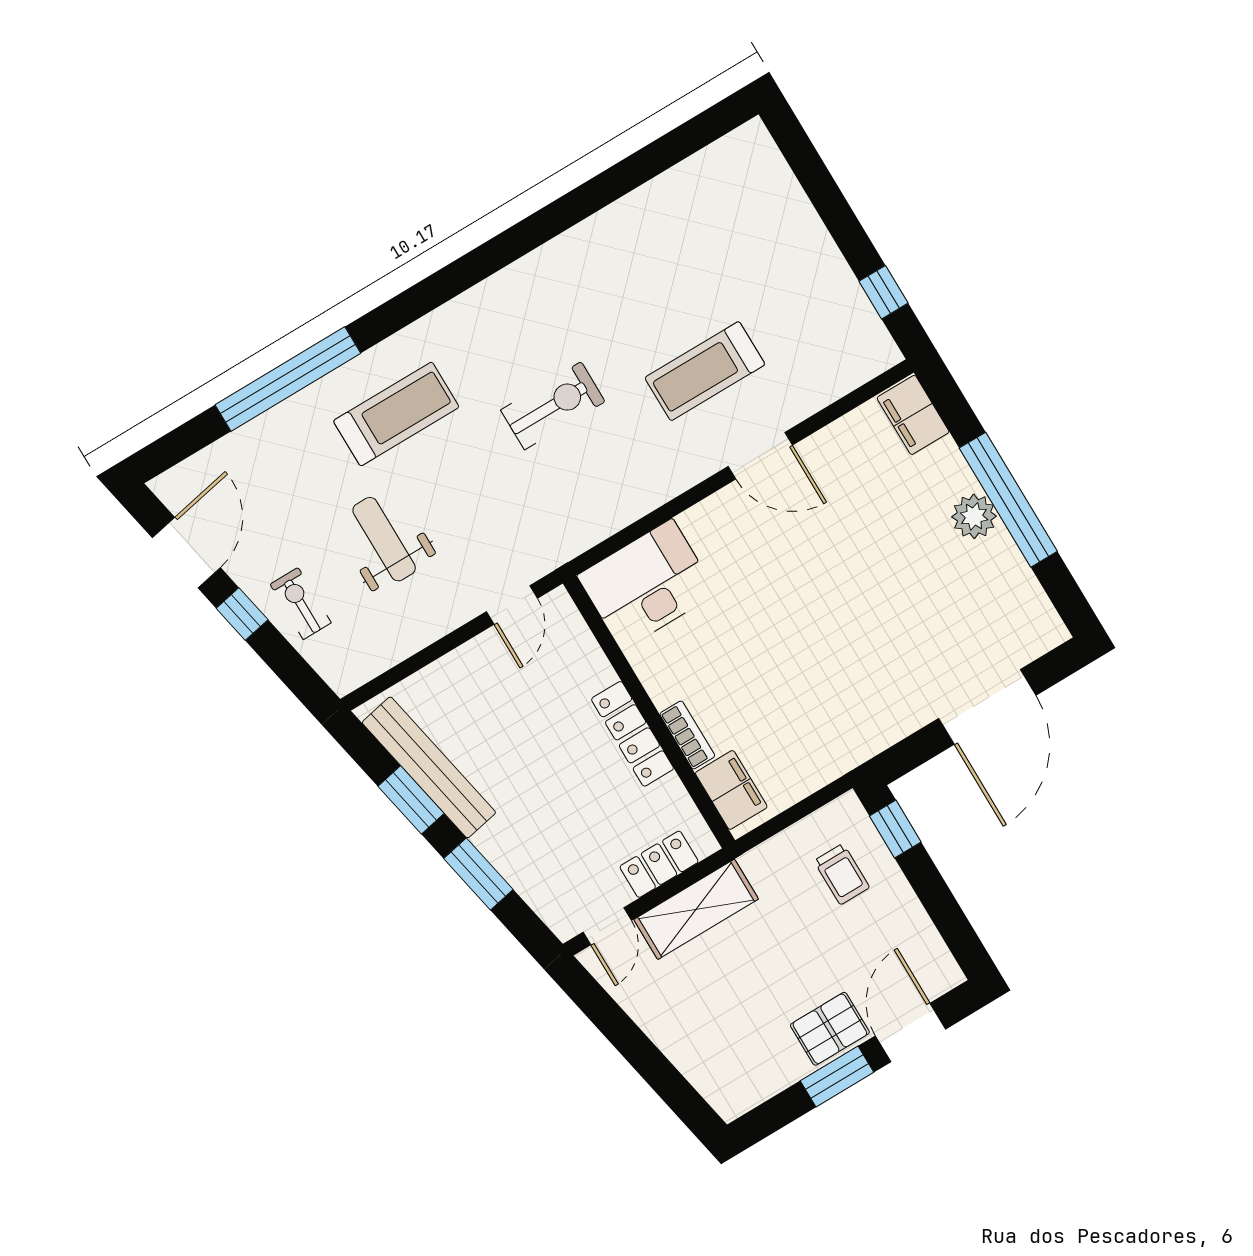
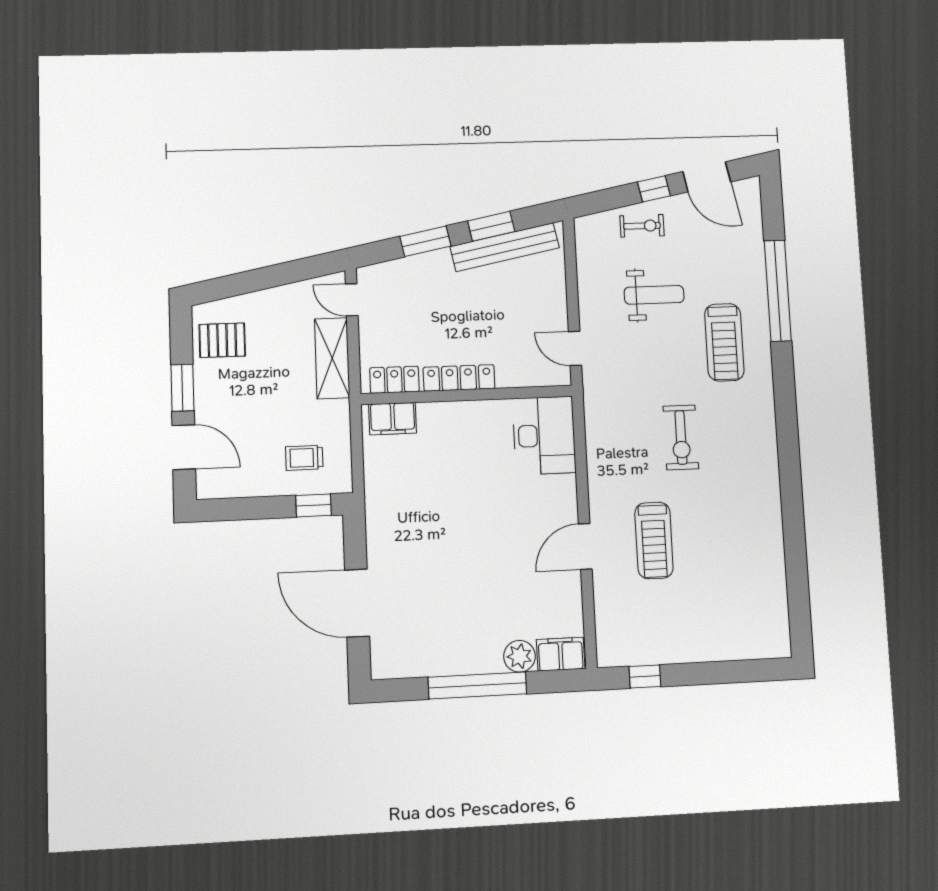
treadmill: (705, 371) -> (654, 540), turned 180
plant: (974, 516) -> (519, 656), moved
bookcase: (687, 735) -> (440, 410), removed
locker: (659, 864) -> (394, 380), moved, turned -90
pallet: (830, 1029) -> (222, 340), moved, turned 90

